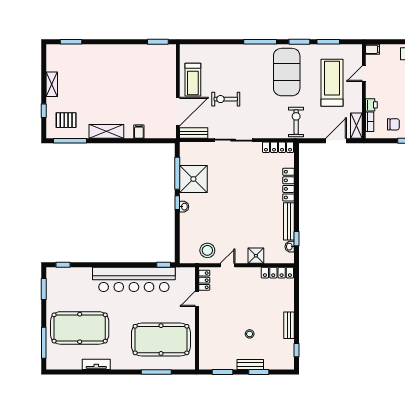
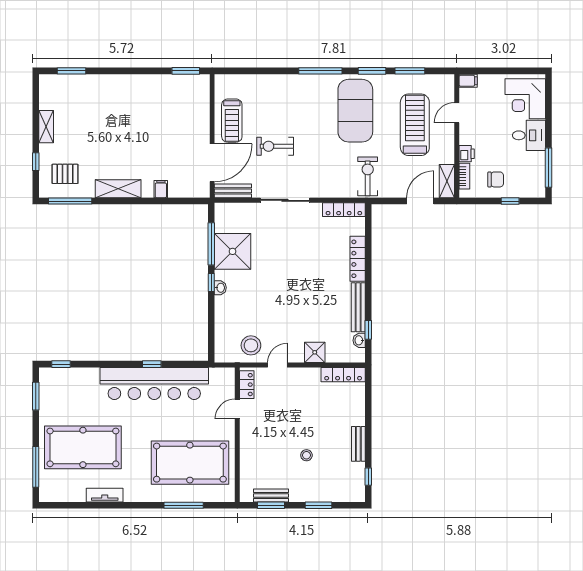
window: (164, 265) -> (152, 364), moved
bench: (250, 365) -> (271, 495), moved

